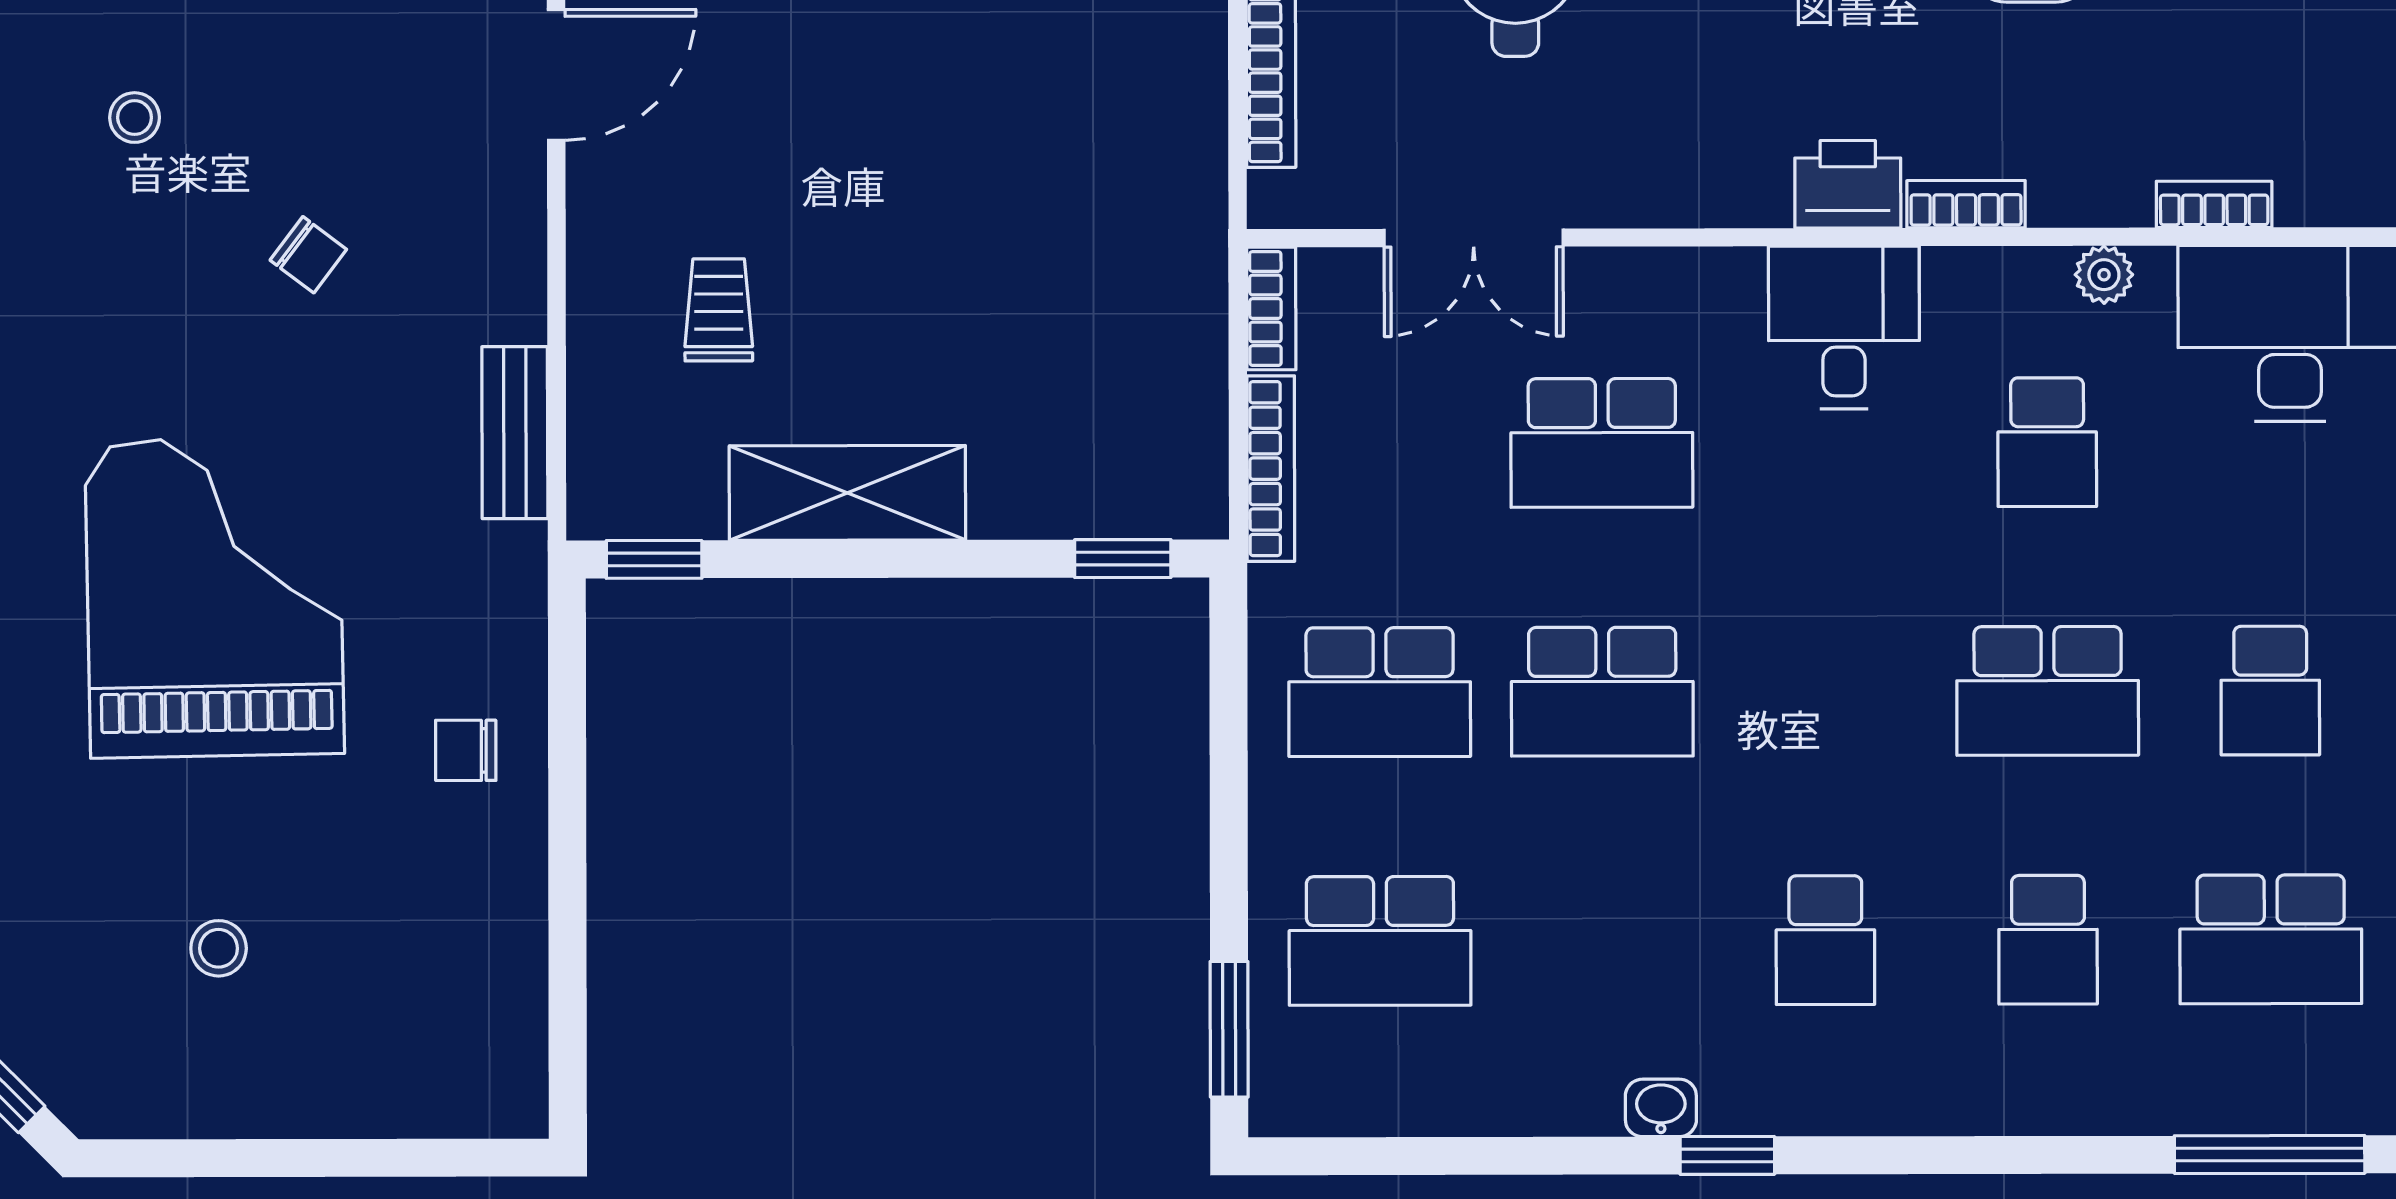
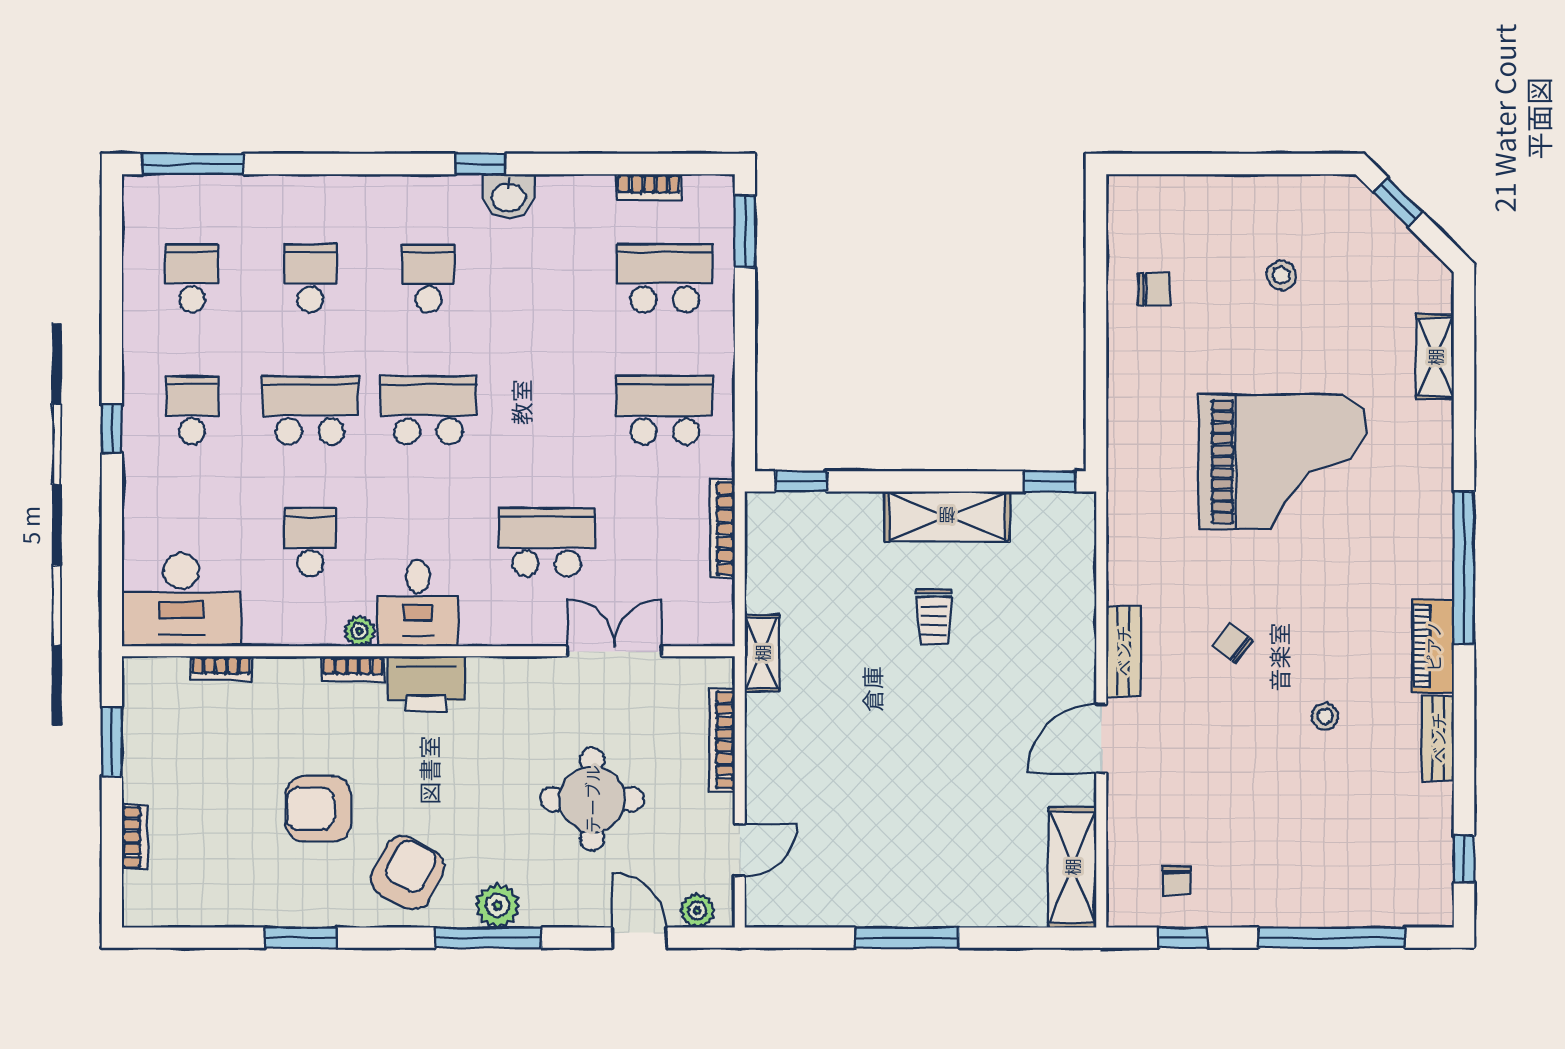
printer: (1848, 184) -> (426, 684), width x1.37, depth x1.19
shelving: (1196, 235) -> (762, 653), added
plant: (2104, 275) -> (359, 631), moved
bookcase: (1271, 309) -> (649, 187), moved, turned -90
trolley: (719, 310) -> (934, 616), moved
bench: (515, 433) -> (1123, 651), moved
grand piano: (215, 597) -> (1283, 462), turned -89
school desk: (1602, 692) -> (428, 410), moved
chair: (466, 750) -> (1154, 289), moved
school desk: (2271, 939) -> (192, 278), width x0.54
washbasin: (1661, 1108) -> (509, 196), width x1.38, depth x1.45

